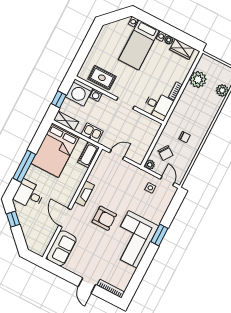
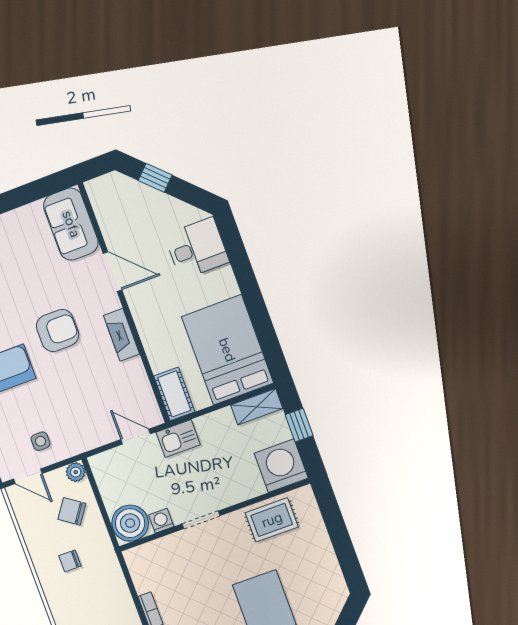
washing machine: (96, 95) -> (161, 521), moved
desk: (158, 106) -> (153, 565), removed
boiler: (150, 128) -> (130, 523), added
kitchen sink: (92, 133) -> (178, 439), moved
door: (117, 155) -> (136, 437), swing flipped
window: (24, 166) -> (246, 280), removed
armchair: (104, 218) -> (58, 330), turned 180
window: (13, 219) -> (155, 178), moved

